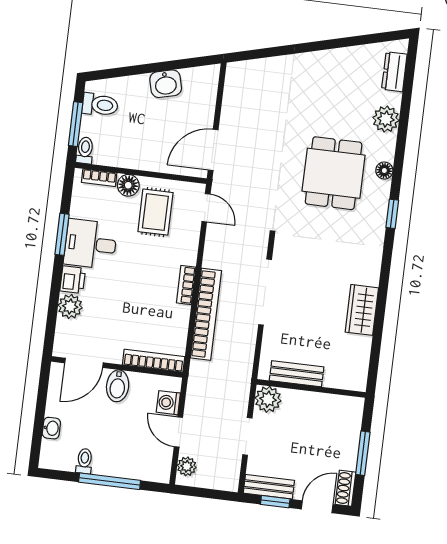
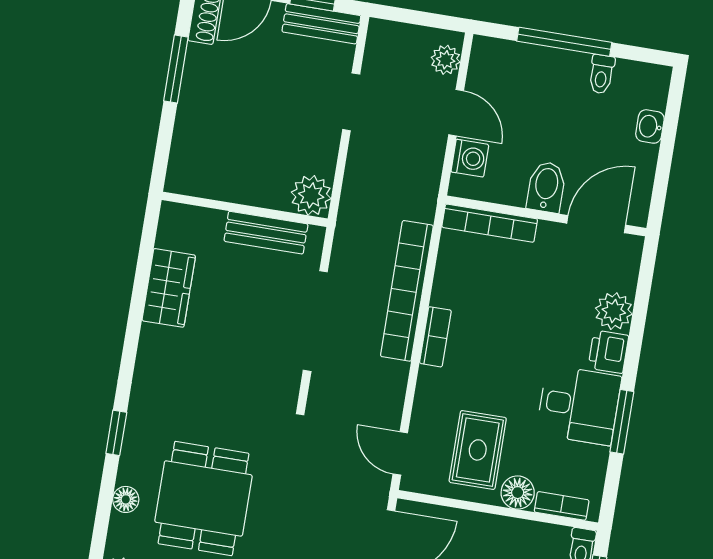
bench: (297, 374) -> (266, 233), moved
wall: (311, 388) -> (245, 209), moved
plant: (268, 399) -> (311, 195), moved

